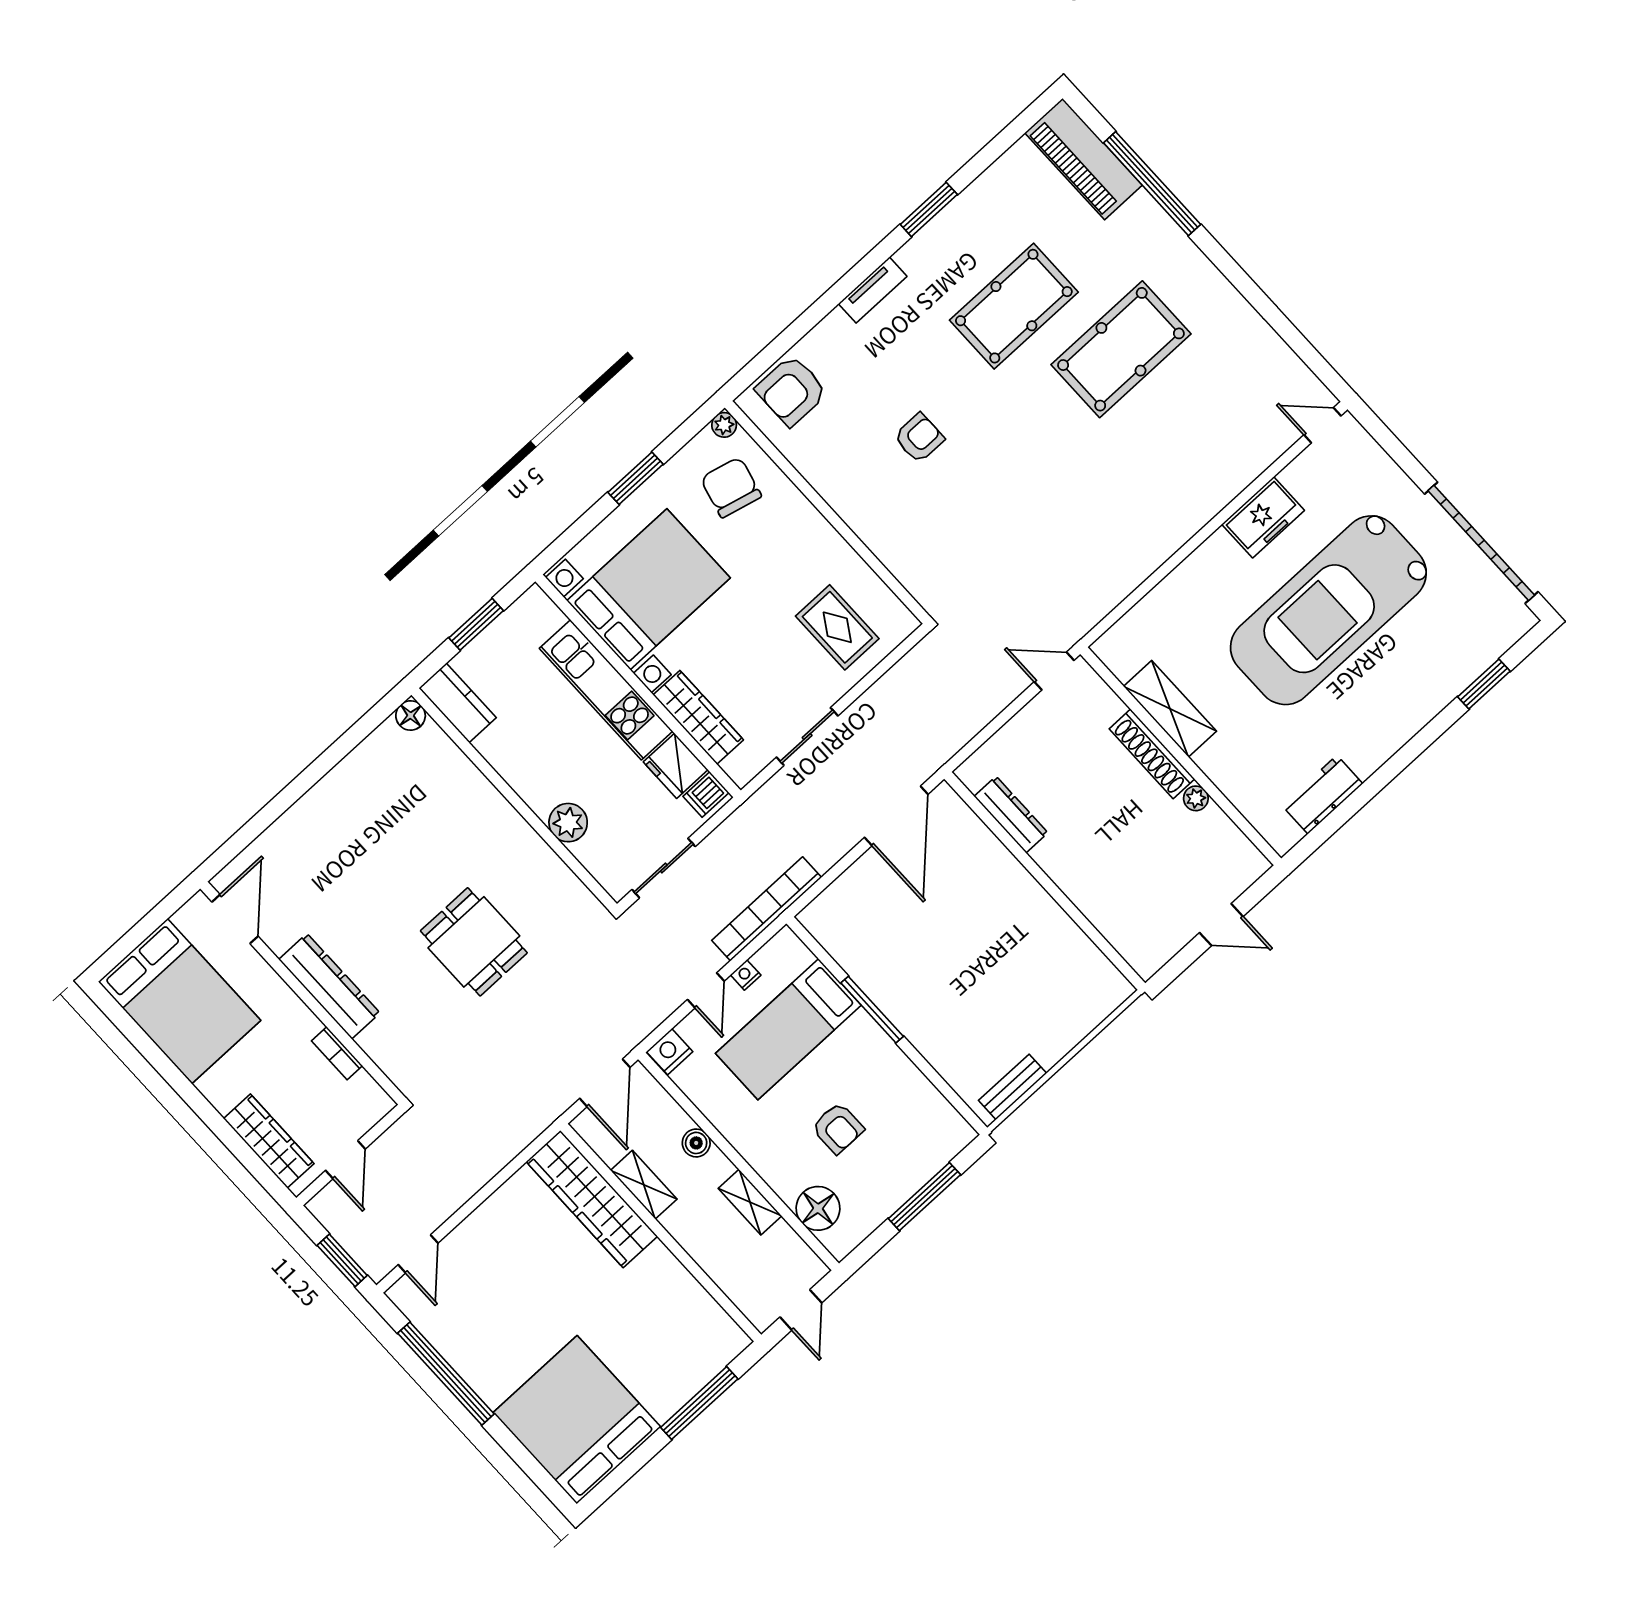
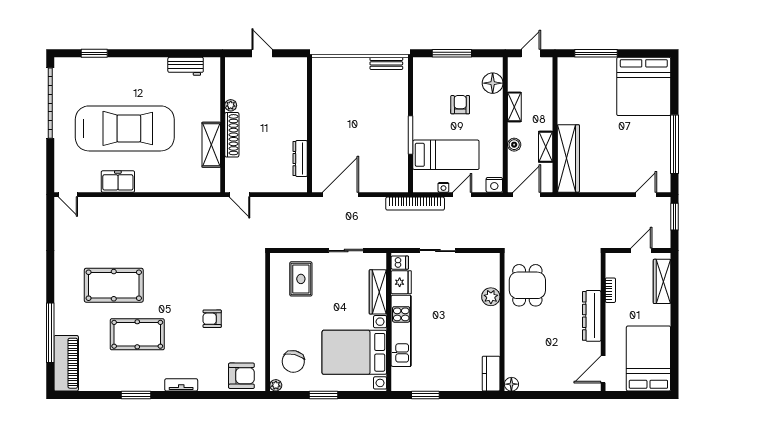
kitchen counter: (458, 703) -> (491, 374), moved
floor lamp: (411, 715) -> (511, 384), moved
wall: (514, 799) -> (502, 322), moved
plant: (568, 823) -> (491, 297), moved

